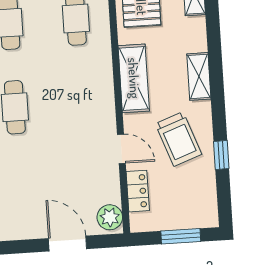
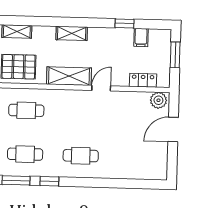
trolley: (178, 139) -> (111, 51), removed
door: (121, 149) -> (101, 88), moved
filing cabinet: (202, 182) -> (141, 37), added

